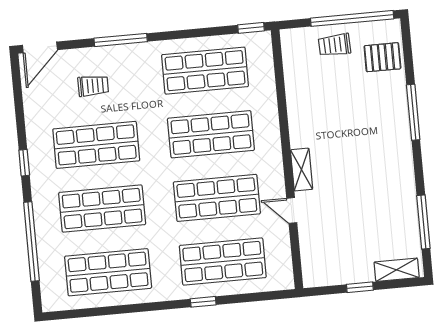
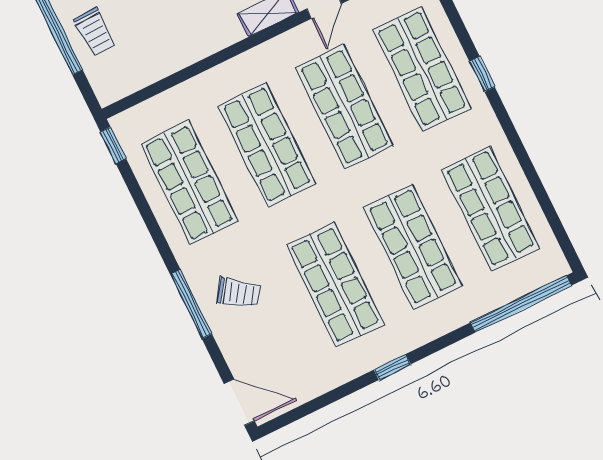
trolley: (93, 86) -> (239, 293), moved, turned 125
window: (31, 242) -> (521, 304), moved

